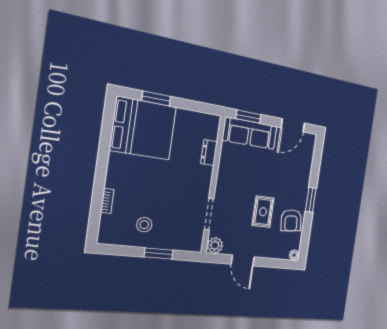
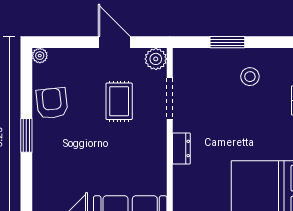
dresser: (209, 153) -> (181, 148), moved
rug: (263, 212) -> (119, 101), moved

